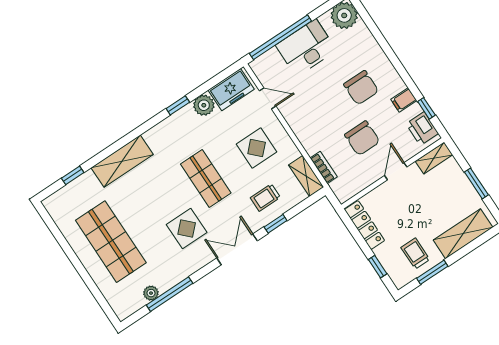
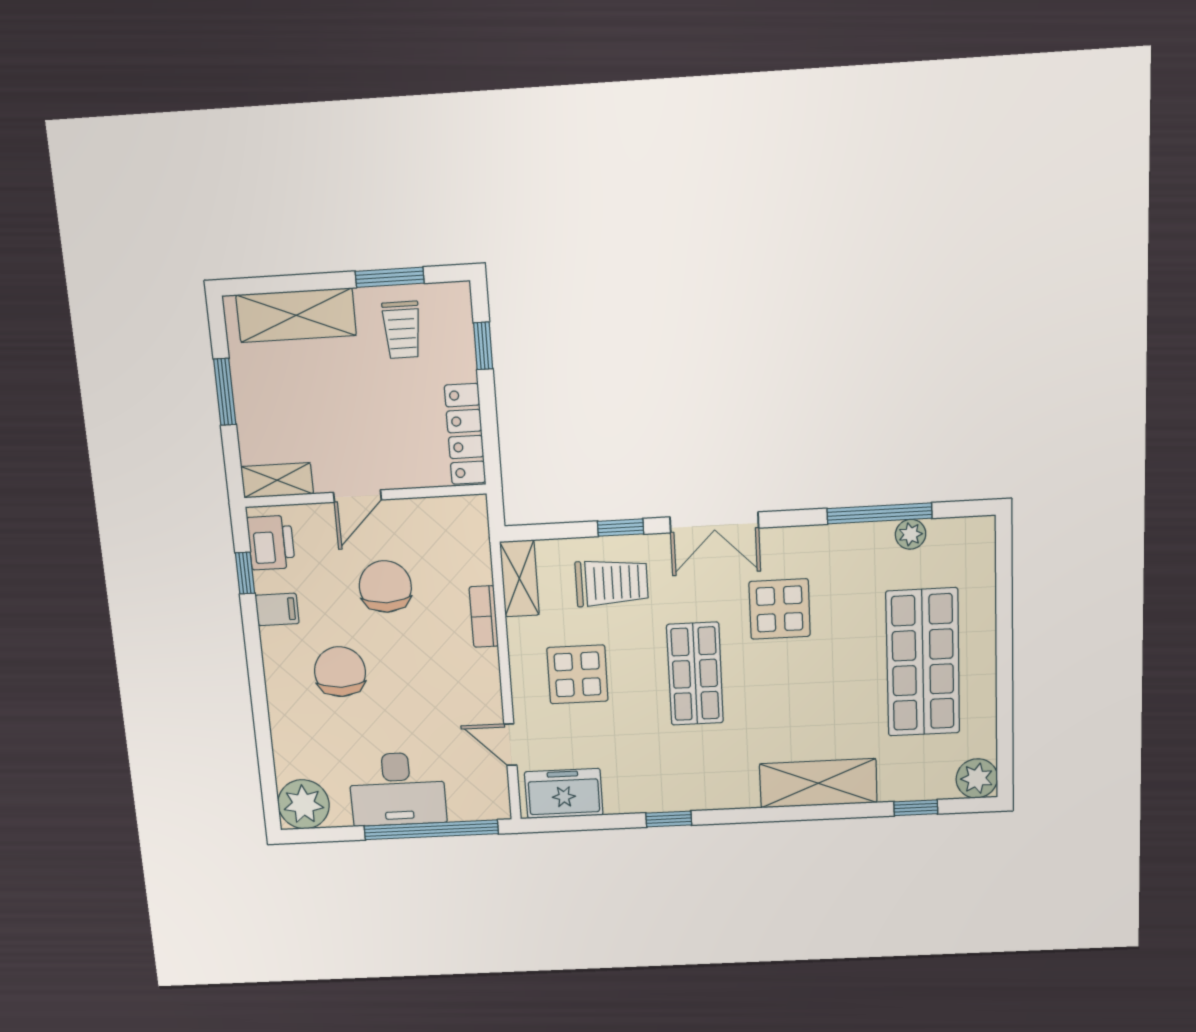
plant: (204, 105) -> (977, 778), moved
bookcase: (324, 167) -> (484, 616), moved
trolley: (265, 198) -> (612, 583), width x1.36, depth x1.39

